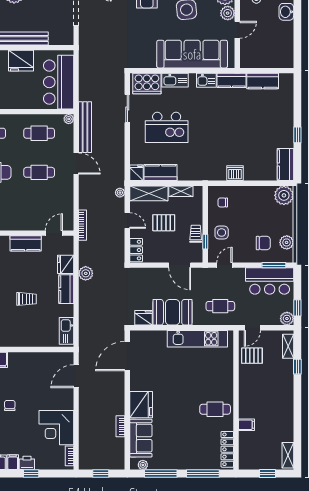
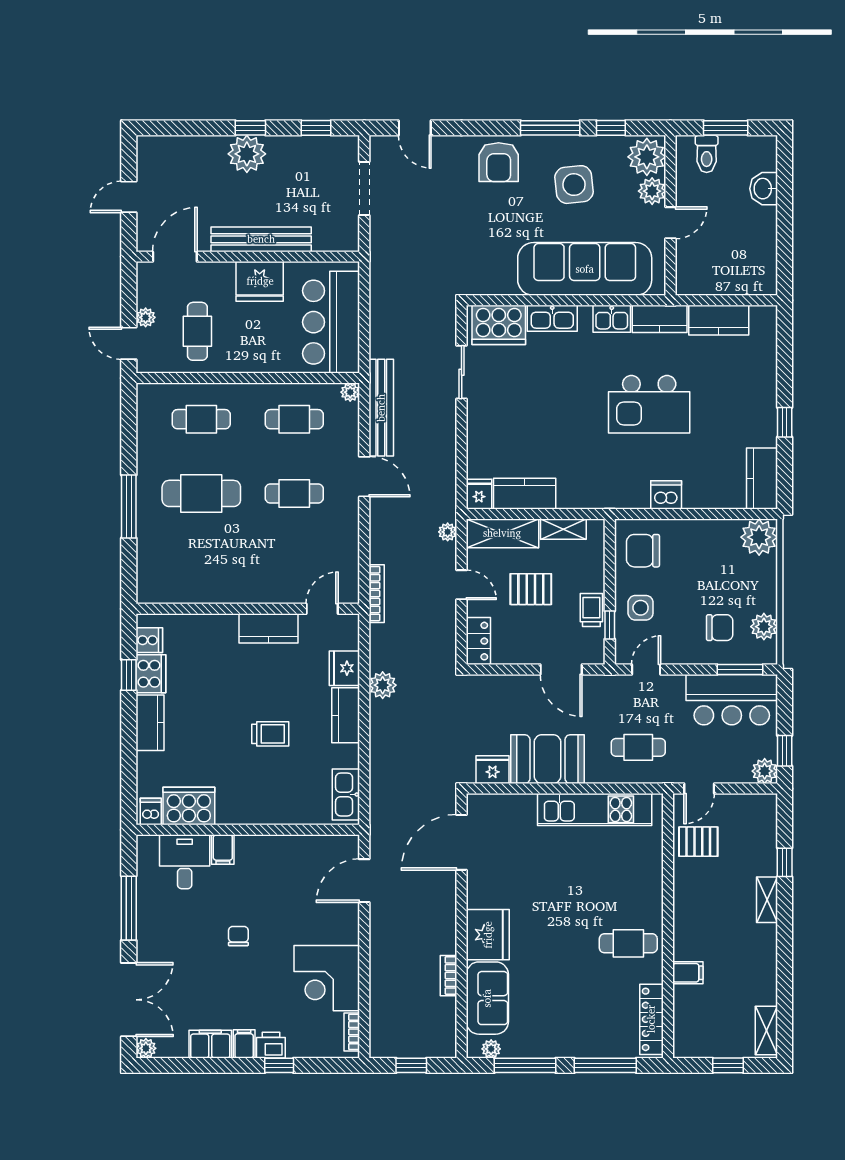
kitchen island: (167, 127) -> (649, 404), moved
chair: (223, 202) -> (643, 551), width x1.87, depth x1.87
shelving: (288, 346) -> (767, 900), moved

